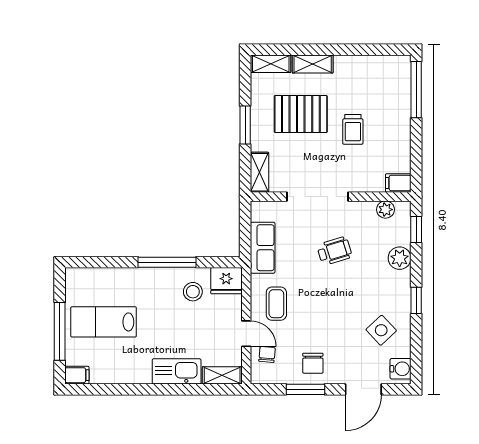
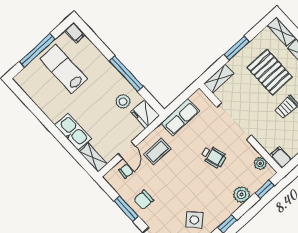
filing cabinet: (77, 375) -> (75, 33), moved

